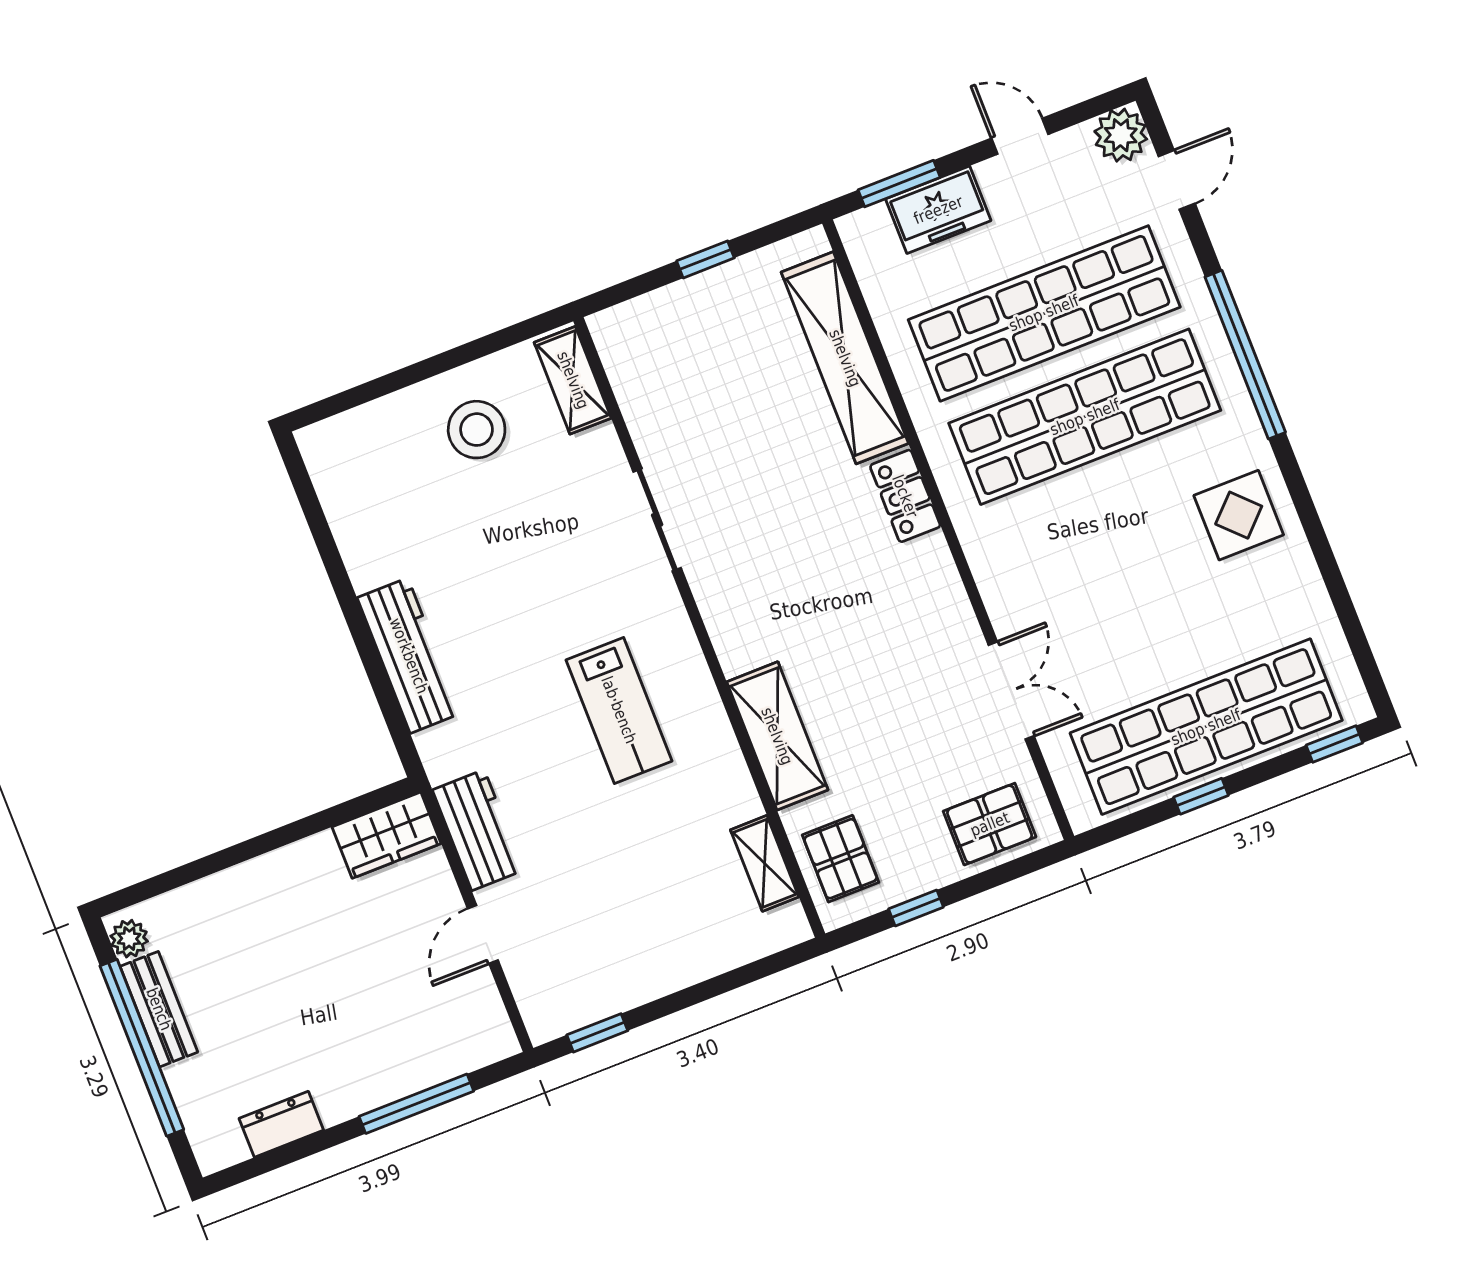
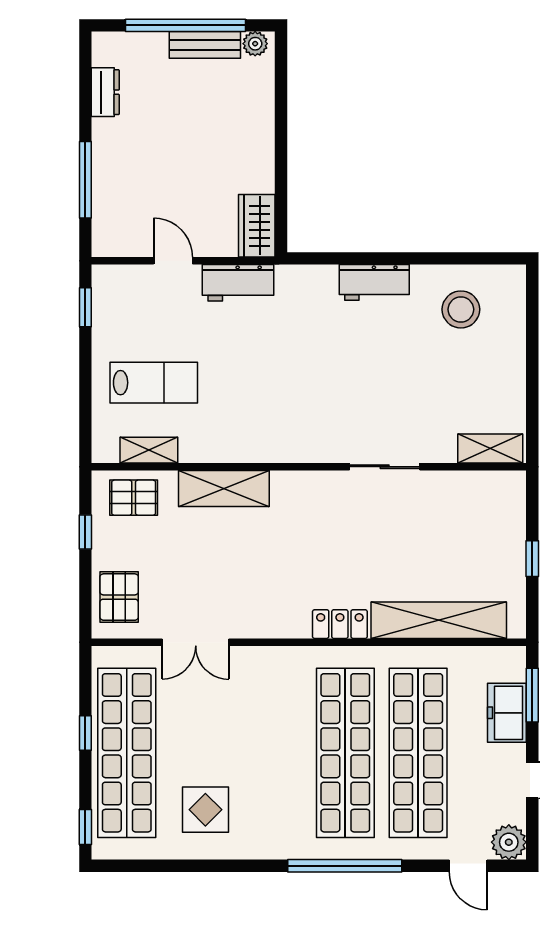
stool: (477, 430) -> (461, 309), moved
display table: (1239, 515) -> (205, 810), moved
workbench: (409, 656) -> (374, 282), width x0.73
lab bench: (619, 710) -> (154, 383), moved, turned 180

